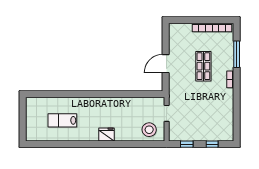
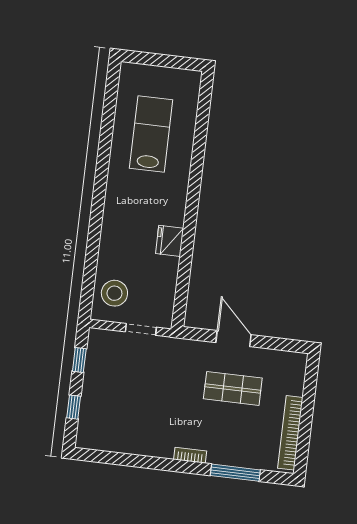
shop shelf: (203, 66) -> (233, 388), moved
lab bench: (62, 120) -> (151, 134), width x1.36, depth x1.39
fridge: (106, 135) -> (170, 241), moved, turned 180

